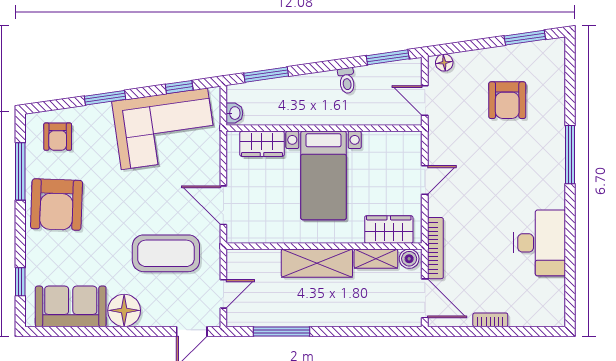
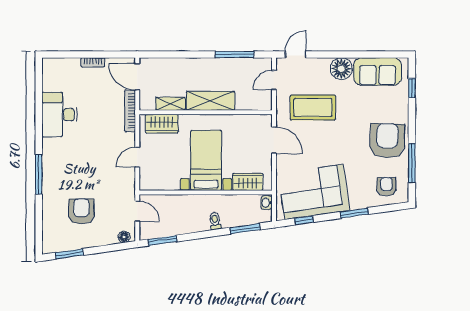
toilet: (347, 81) -> (215, 221), moved
boiler: (409, 259) -> (148, 104), removed

